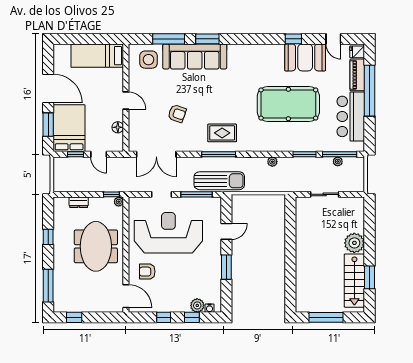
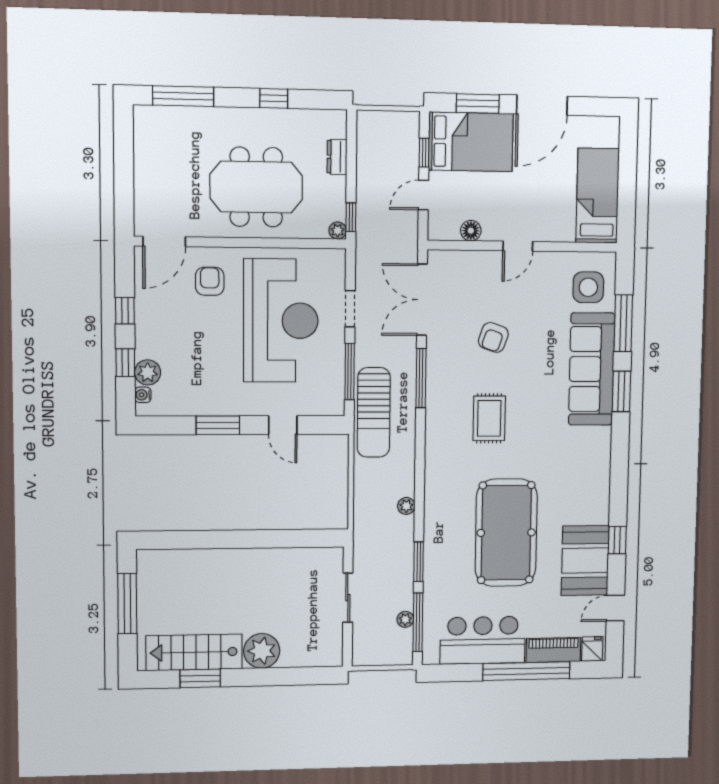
rug: (222, 133) -> (489, 418), moved
window: (219, 154) -> (421, 378), moved
window: (74, 317) -> (124, 144), removed

